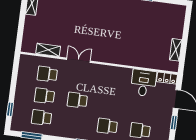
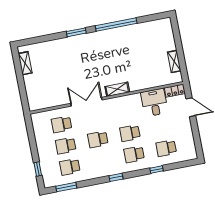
shelving: (48, 50) -> (117, 89), moved
double door: (78, 60) -> (86, 102), width x1.37
school desk: (110, 104) -> (130, 133), added
window: (174, 123) -> (195, 130), removed

